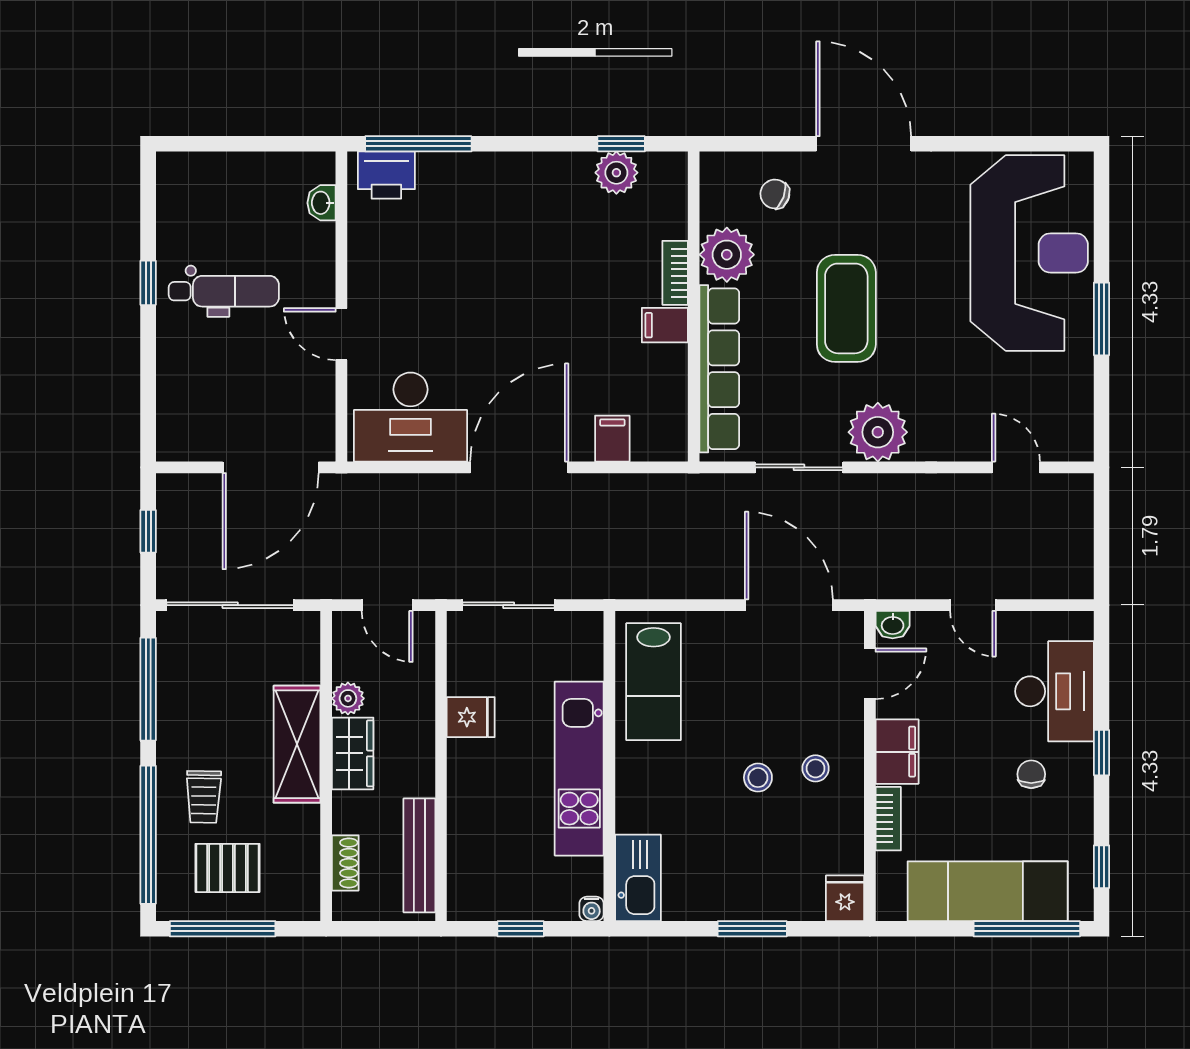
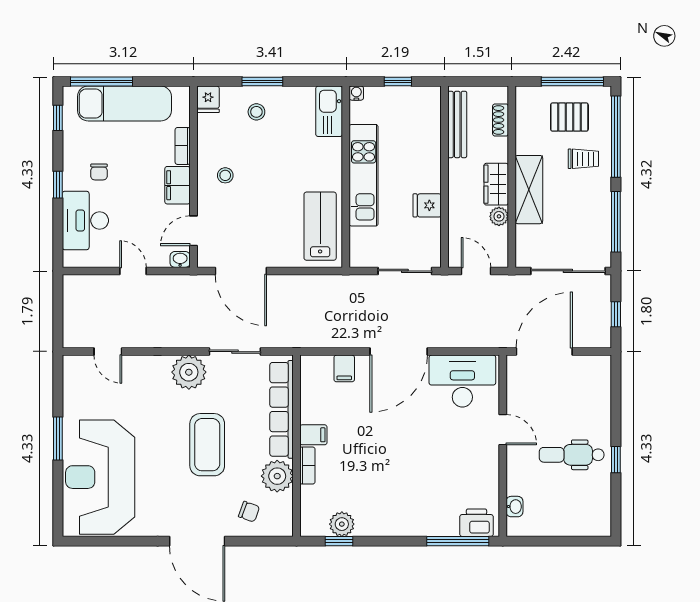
stool: (758, 778) -> (256, 112), moved
trolley: (204, 797) -> (583, 159), turned 89

